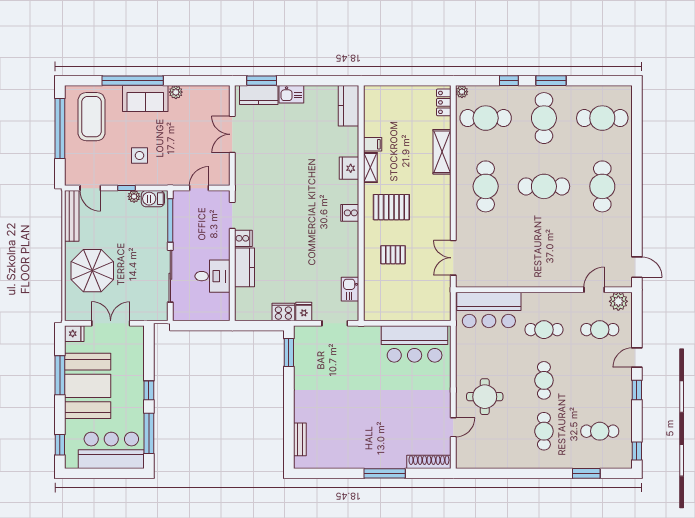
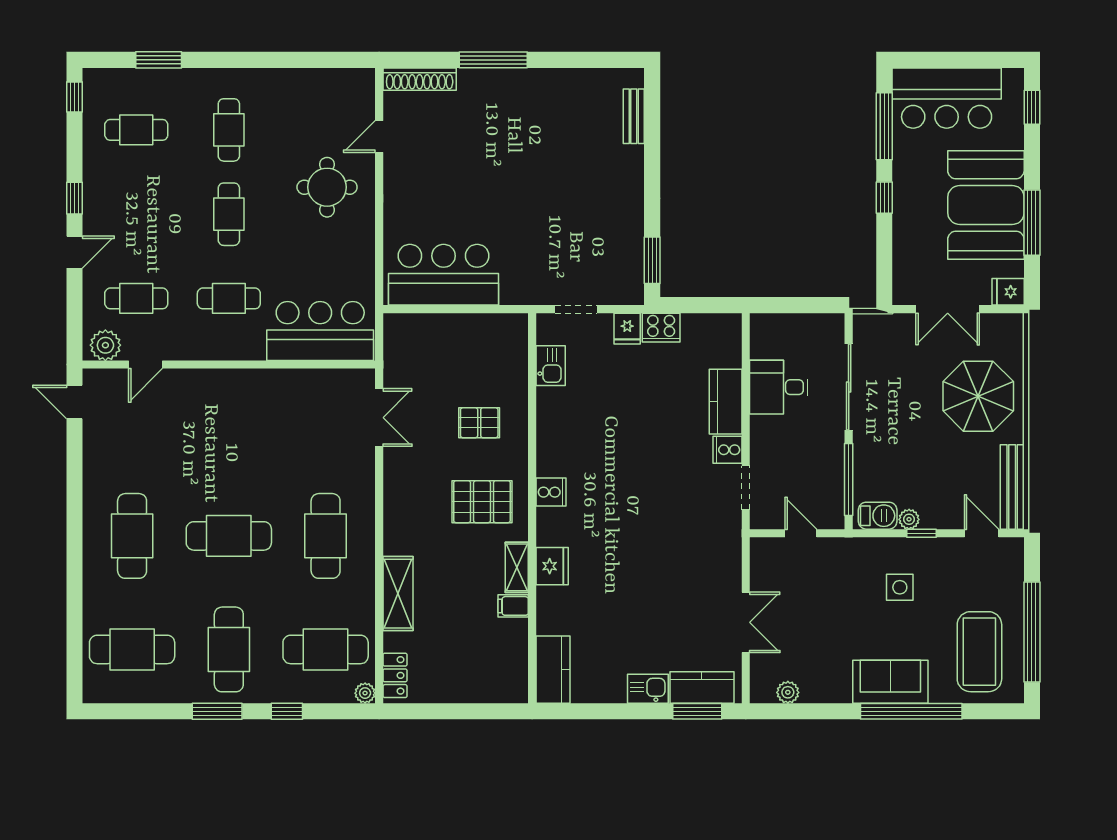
plant: (176, 92) -> (788, 692), moved
door: (199, 188) -> (801, 533), swing flipped

